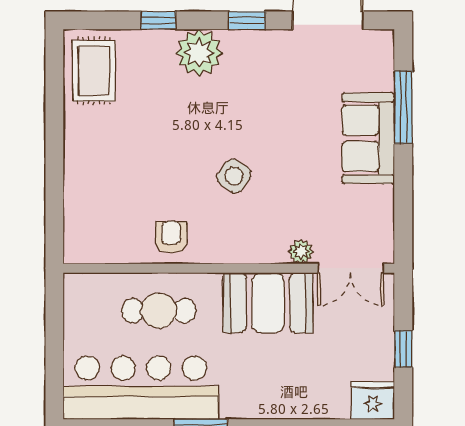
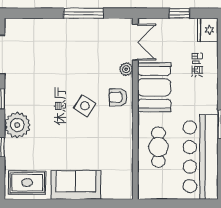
window: (403, 107) -> (84, 13), moved
sofa: (368, 138) -> (76, 185), moved, turned 180
armchair: (171, 237) -> (118, 97), moved

